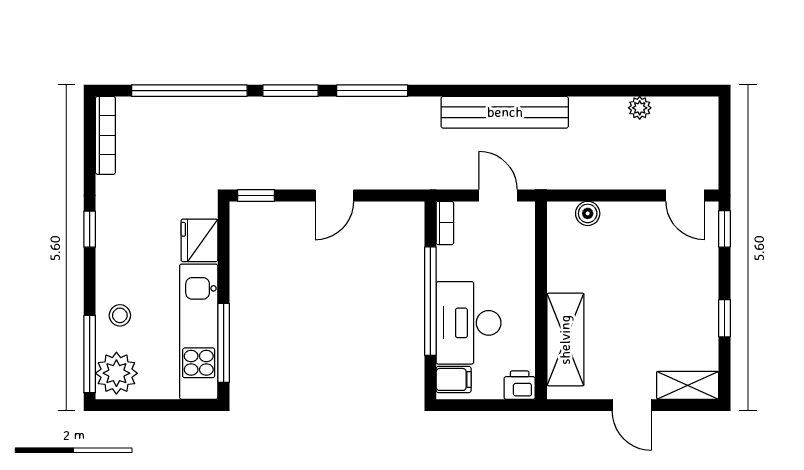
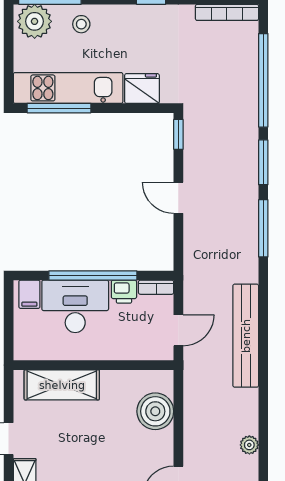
boiler: (588, 213) -> (155, 411), width x1.86, depth x1.86
printer: (520, 385) -> (124, 292), moved, turned 90

